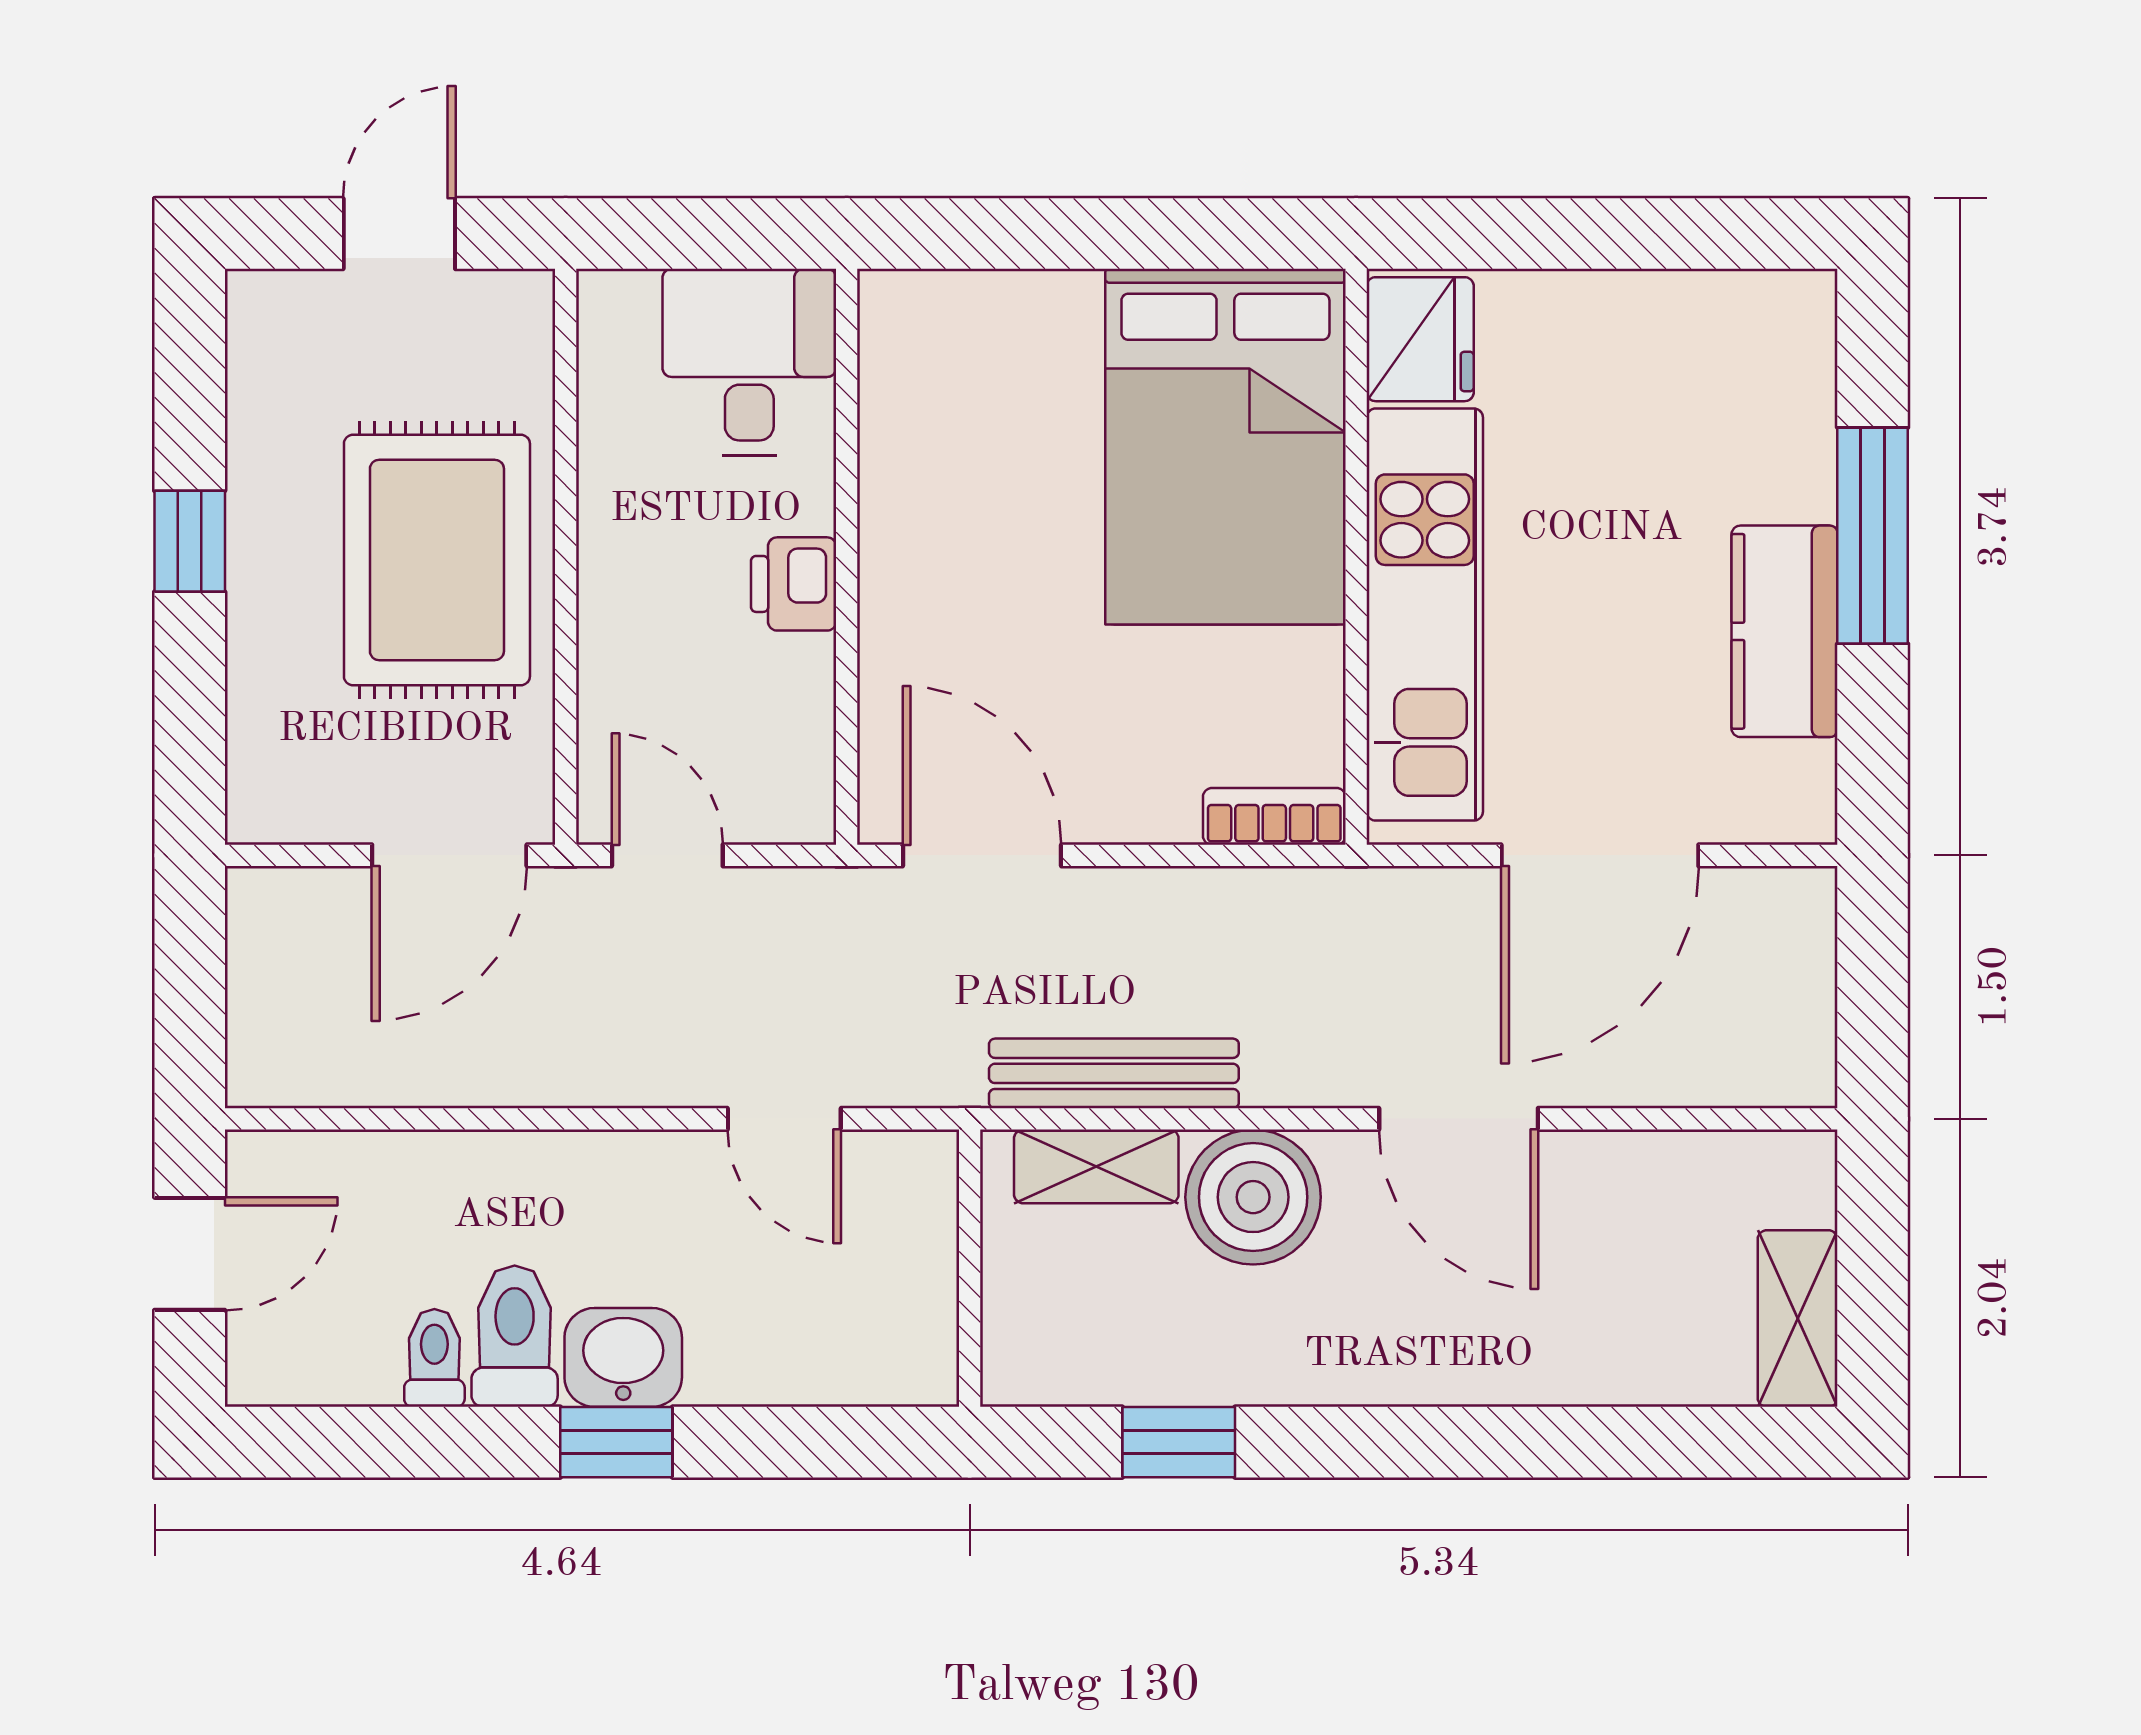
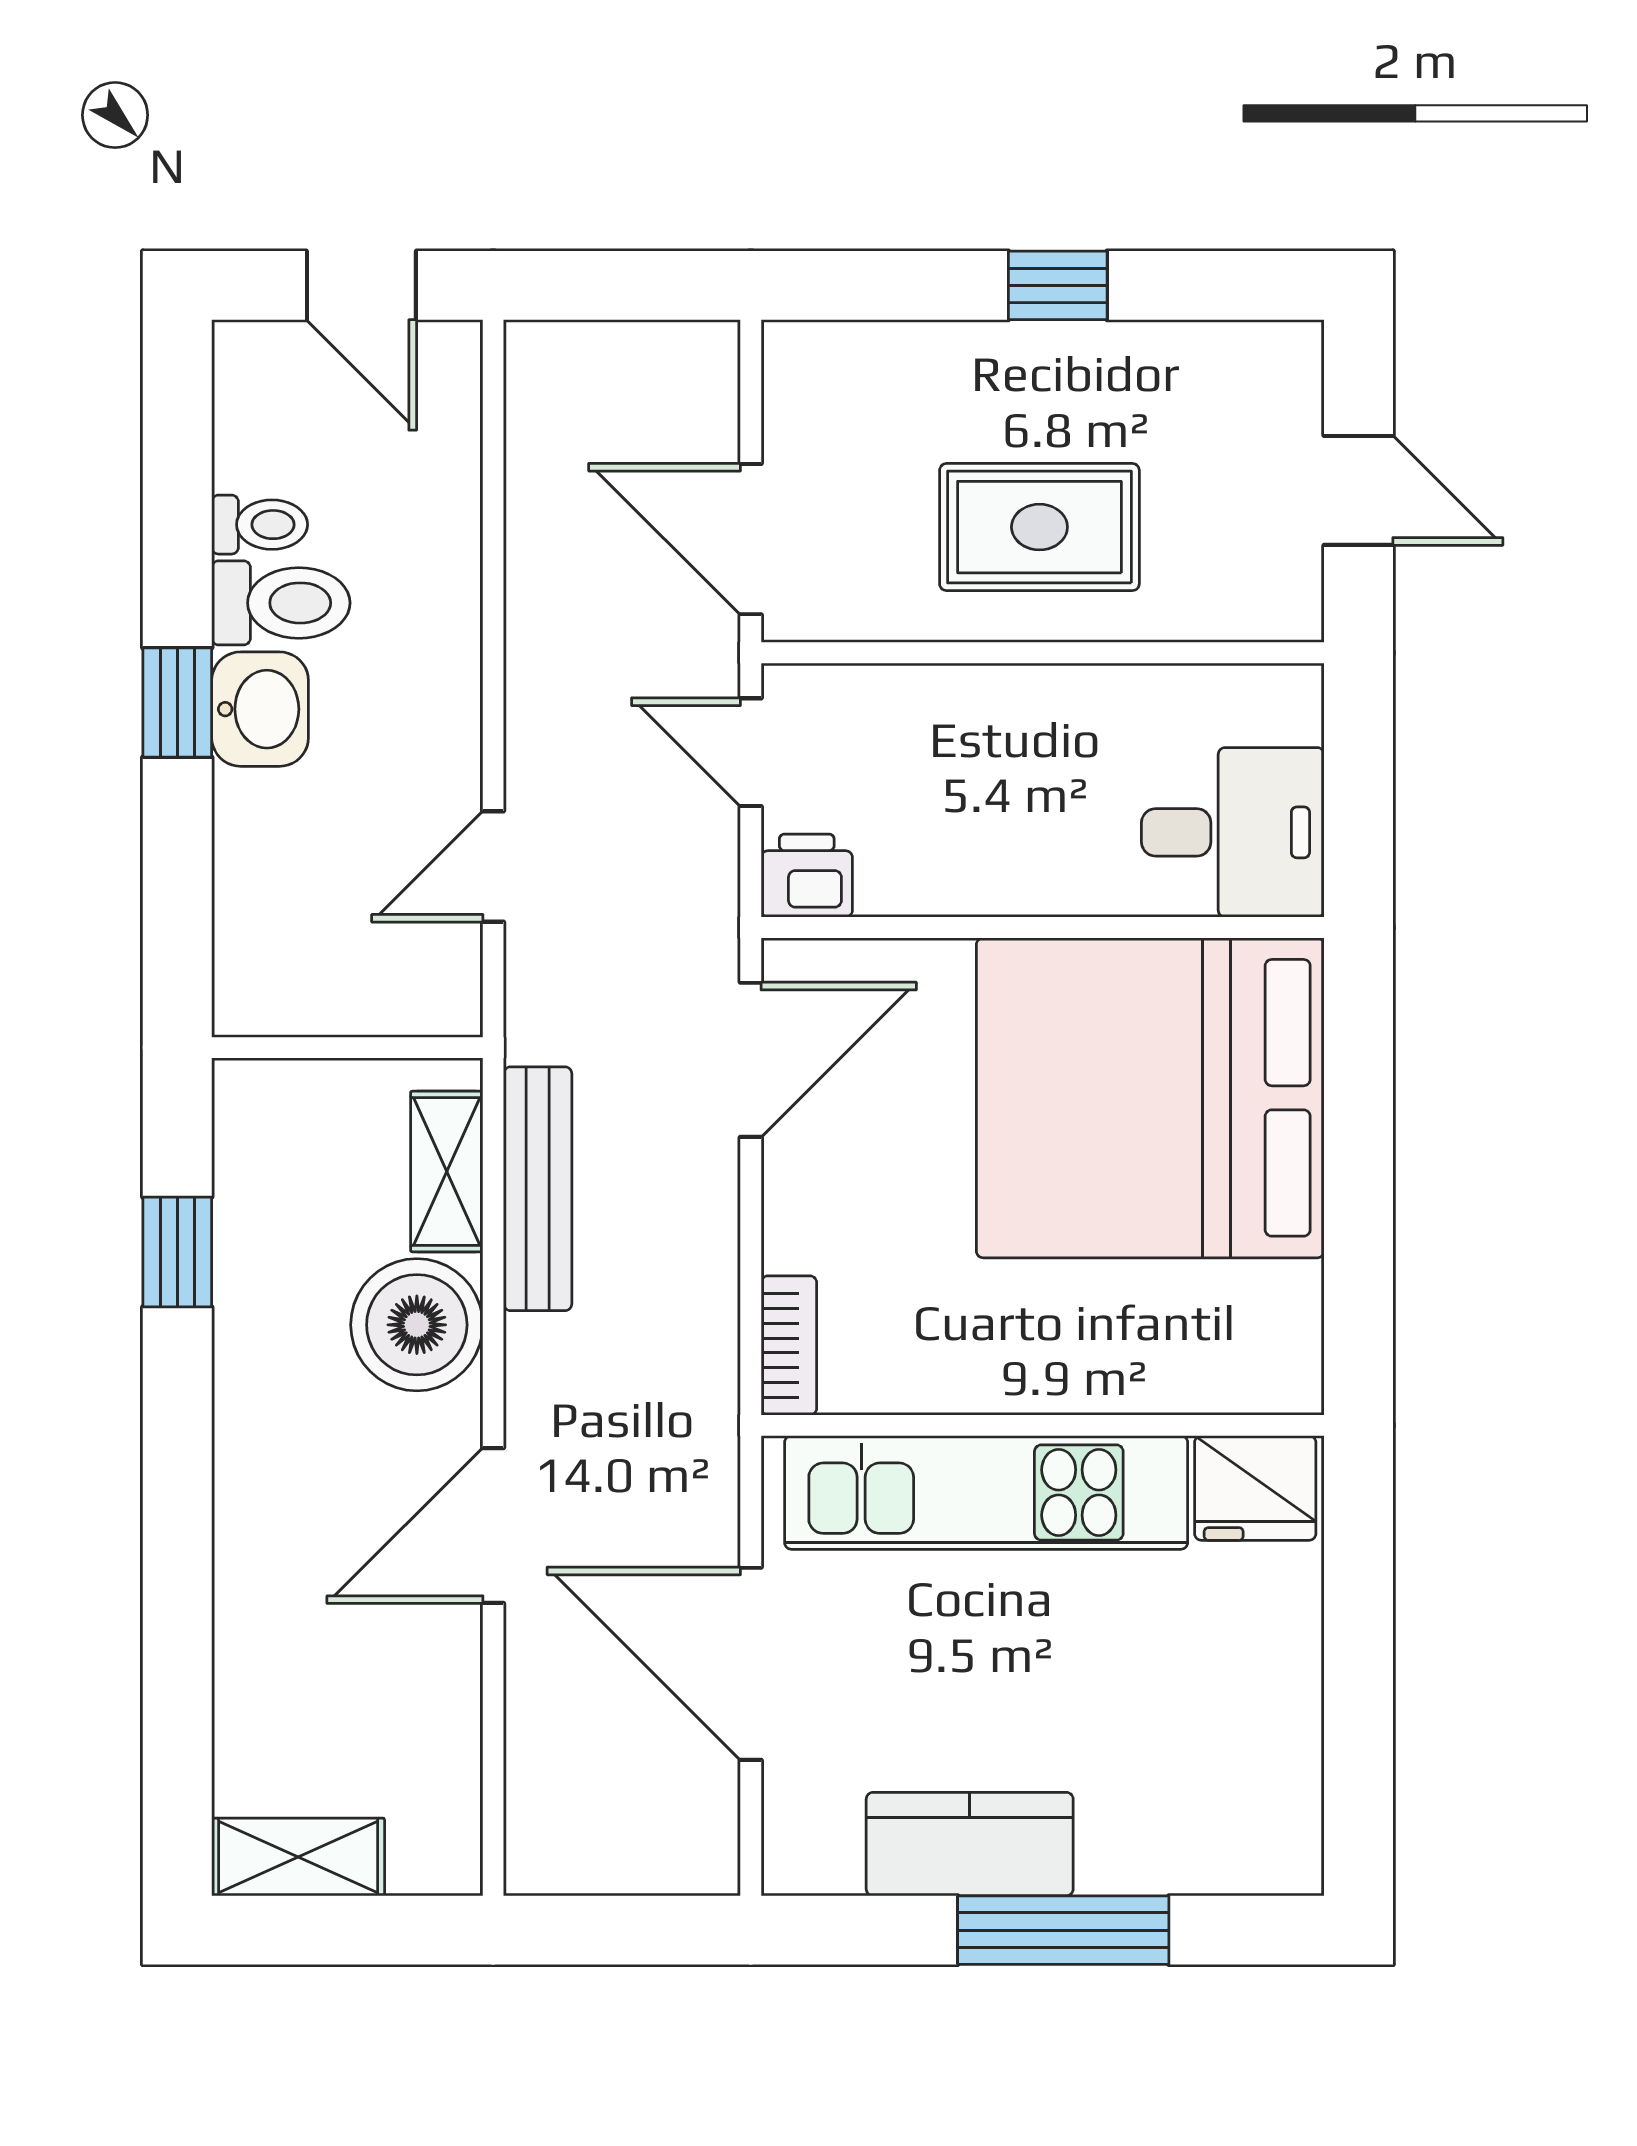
bed: (1225, 447) -> (1150, 1098), moved, width x1.36
rug: (437, 560) -> (1039, 527), width x0.73, depth x0.70
printer: (794, 584) -> (807, 876), moved
door: (667, 855) -> (751, 752), swing flipped

